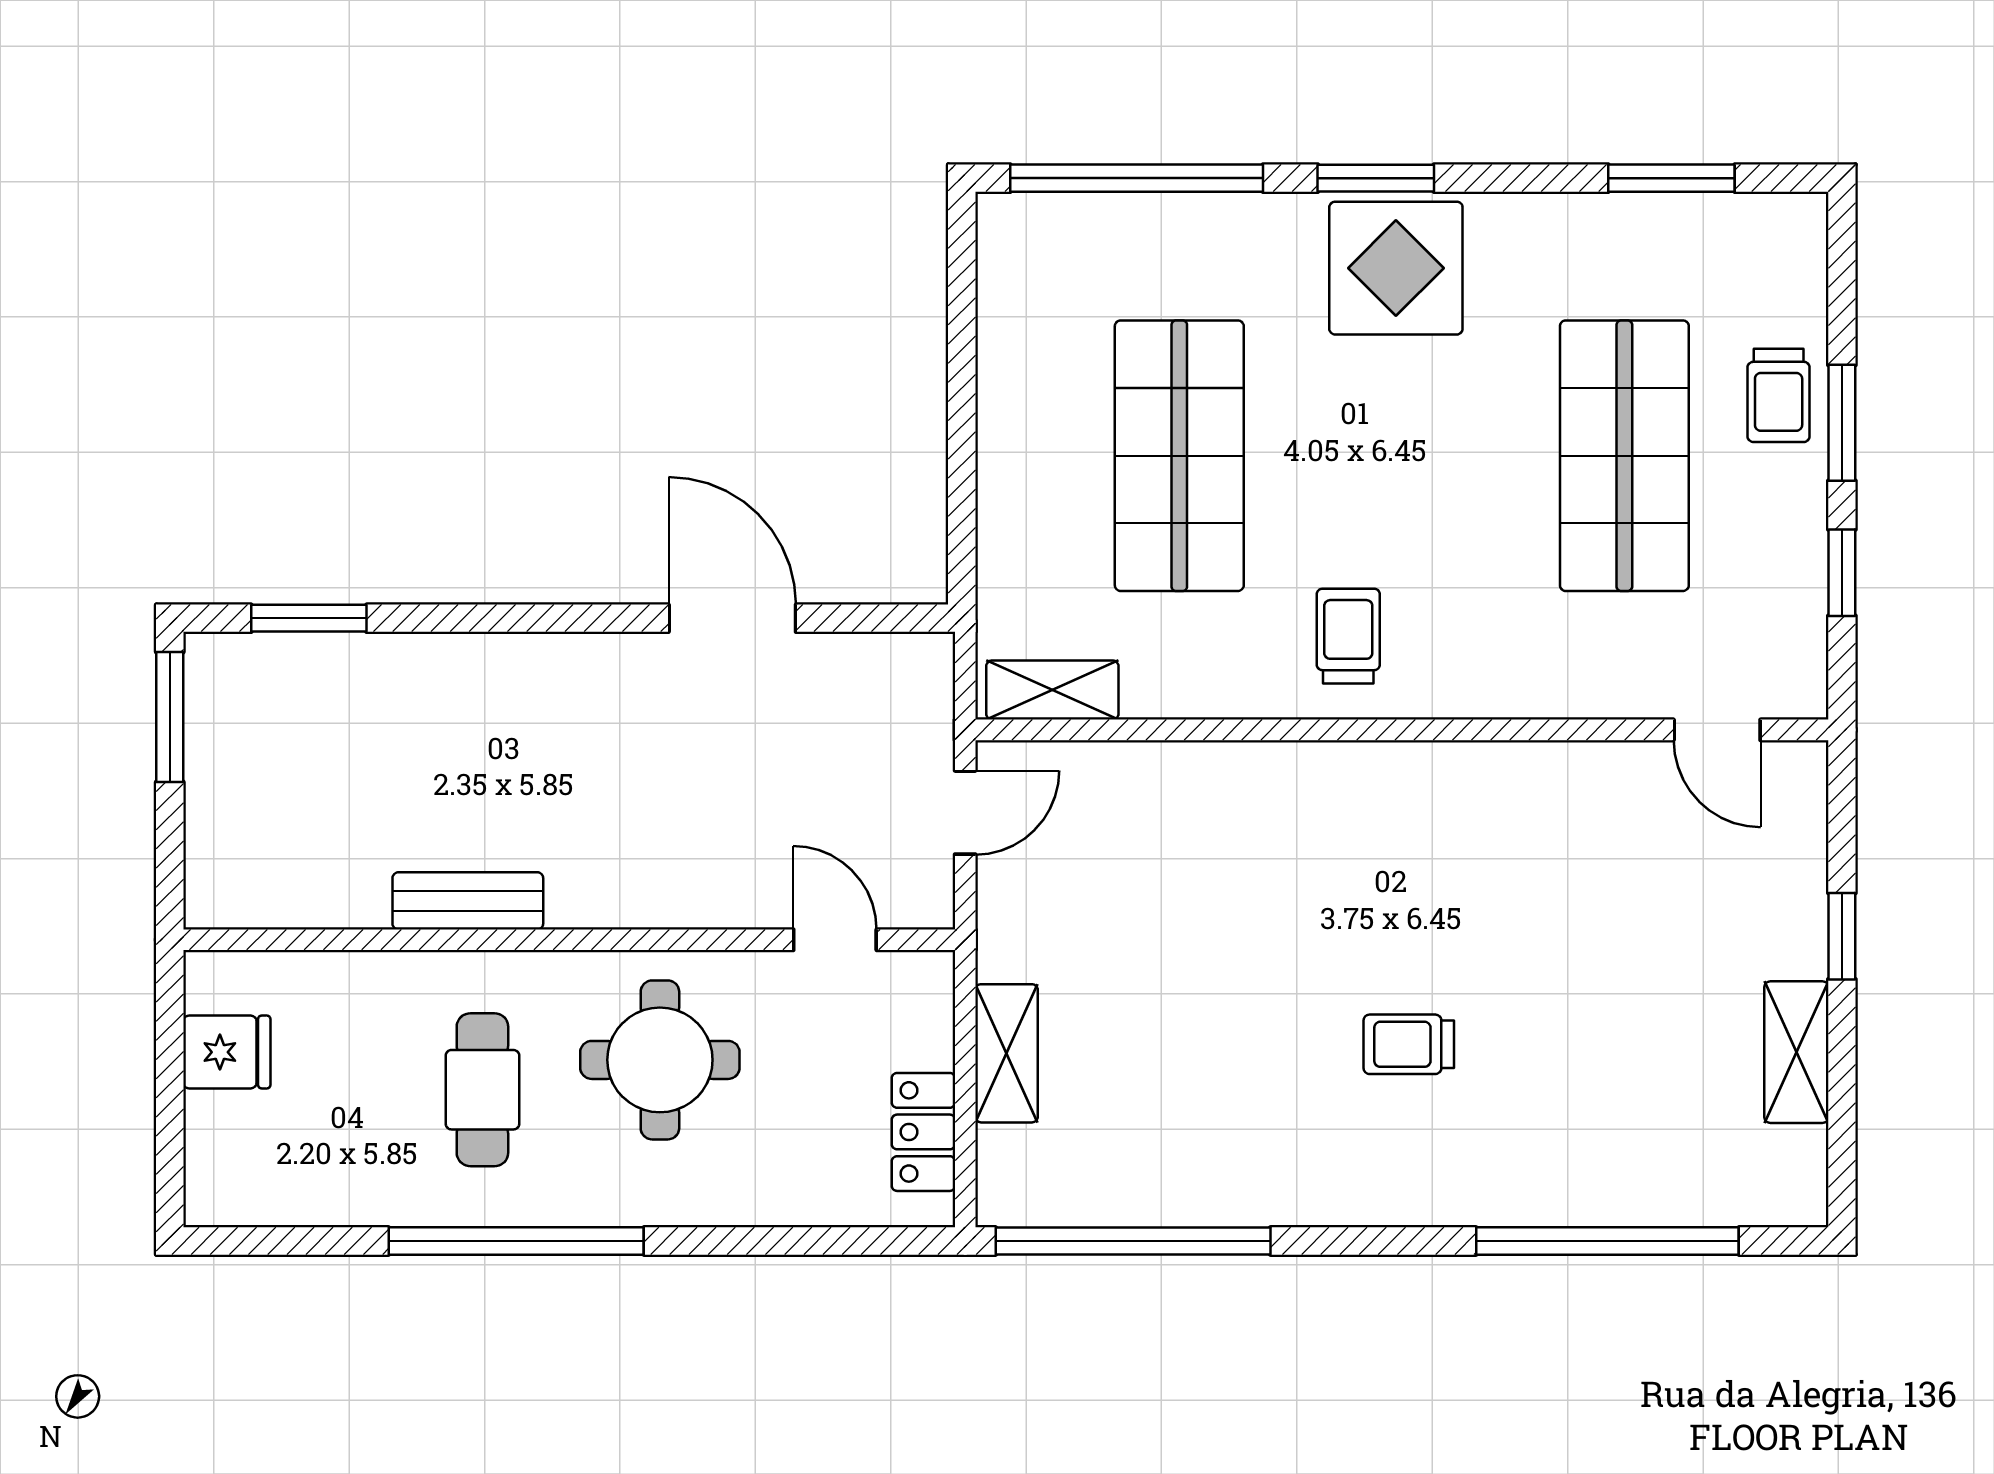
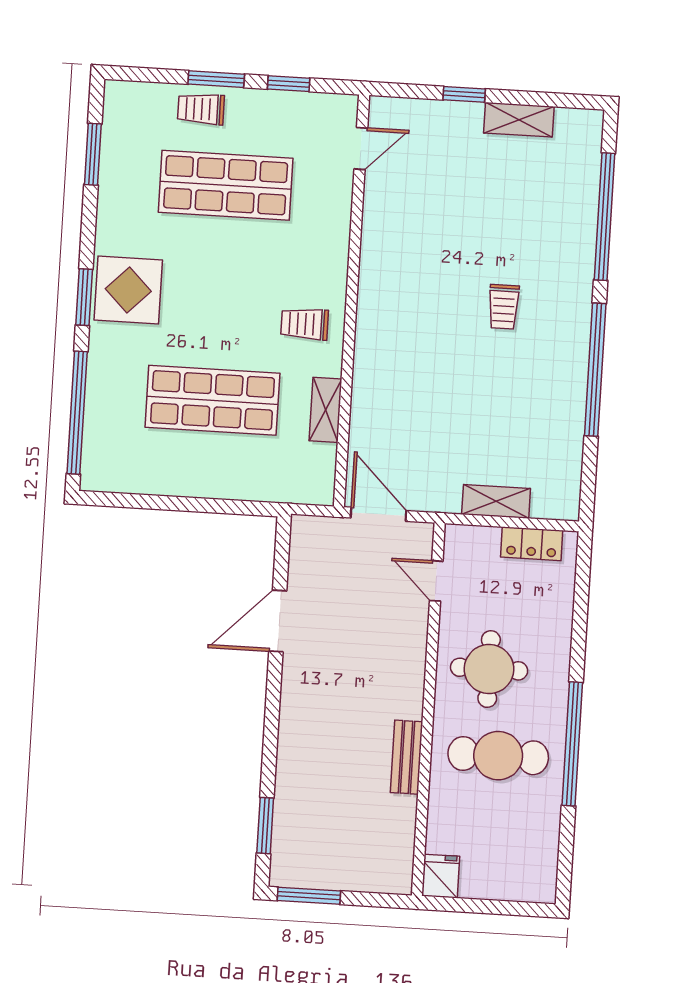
trolley: (1779, 395) -> (201, 109), turned 180
shelving: (1052, 690) -> (326, 410), moved
door: (965, 813) -> (379, 514), width x1.37
door: (835, 940) -> (436, 581), hinge flipped
fridge: (227, 1052) -> (441, 876), moved
cafe table: (482, 1090) -> (498, 756), width x1.37, depth x1.35
window: (1133, 1241) -> (595, 370), moved

